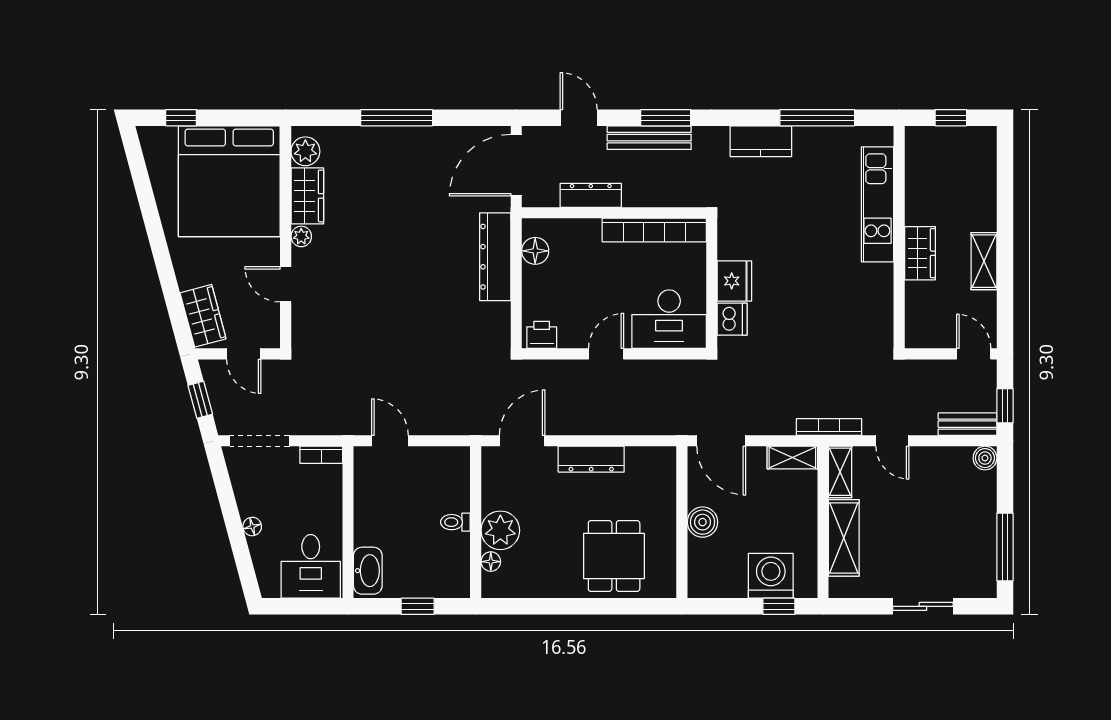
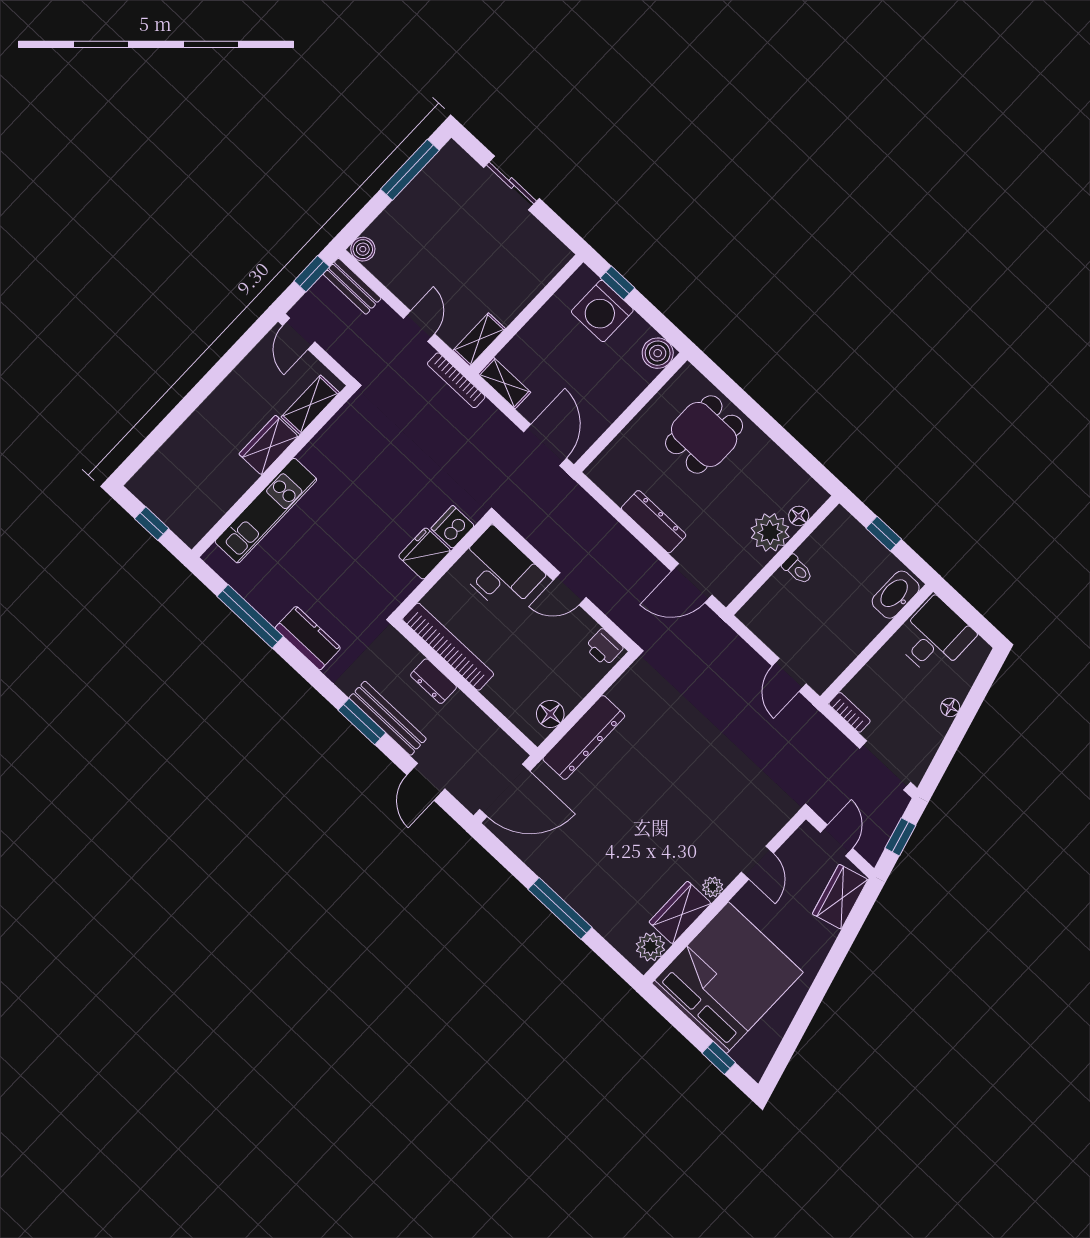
dresser: (591, 195) -> (434, 681), moved, width x0.70
shelving: (984, 261) -> (310, 405), moved
boiler: (703, 522) -> (658, 353), moved
shelving: (844, 538) -> (522, 288), removed

